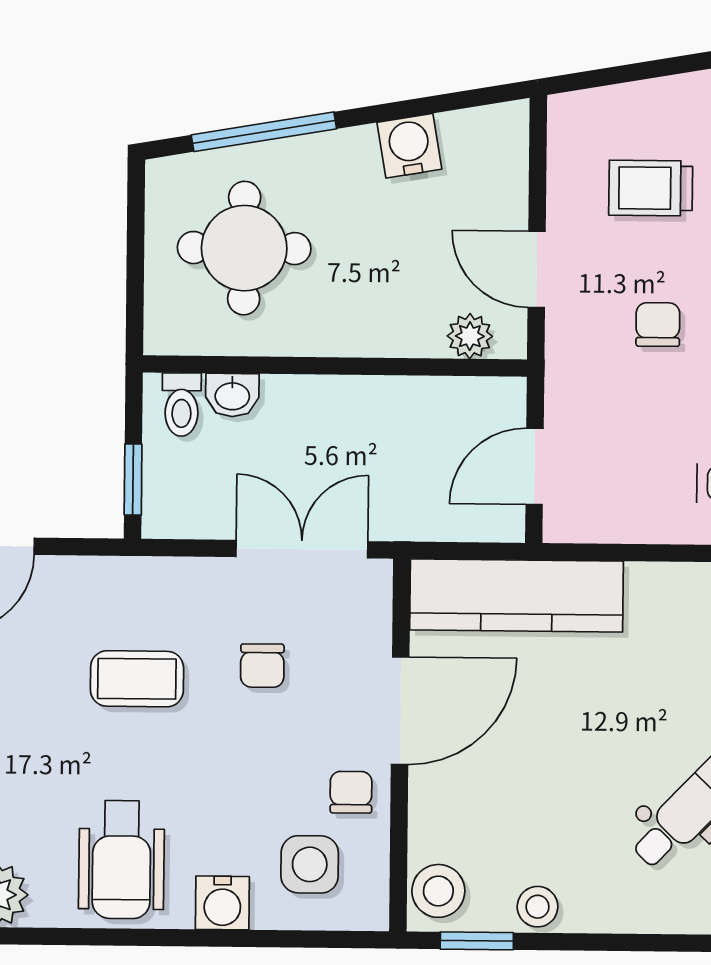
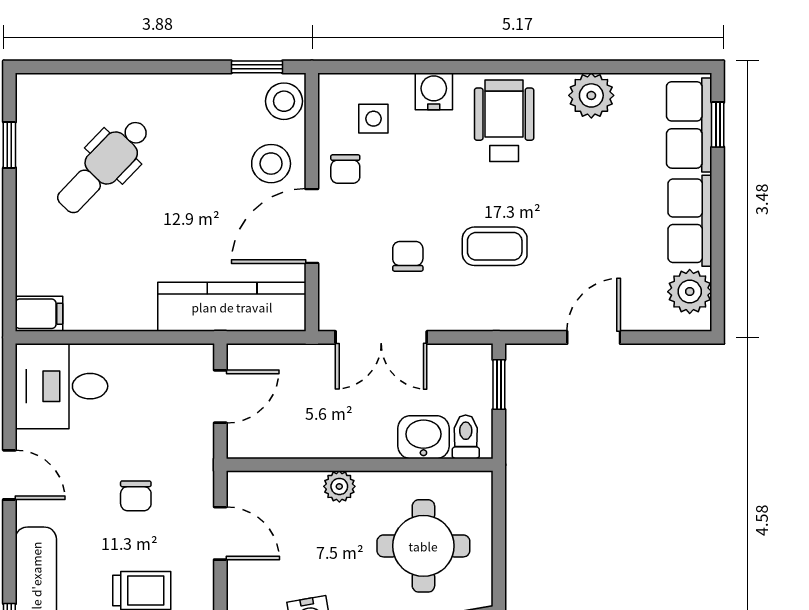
plant: (470, 336) -> (339, 486), moved
washbasin: (232, 395) -> (423, 437), width x1.38, depth x1.45
side table: (310, 864) -> (373, 119), width x0.73, depth x0.73
stool: (537, 907) -> (271, 164), moved, width x1.37, depth x1.37

